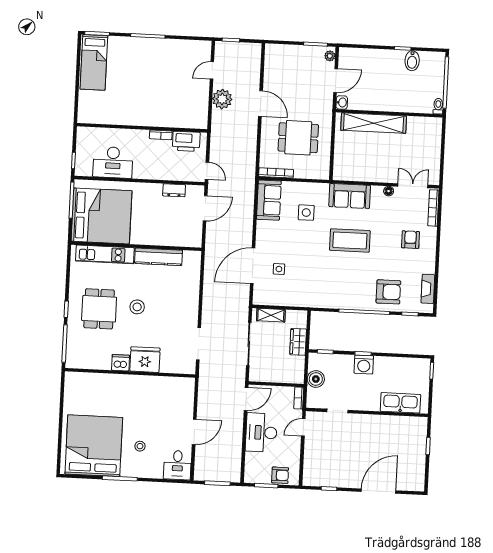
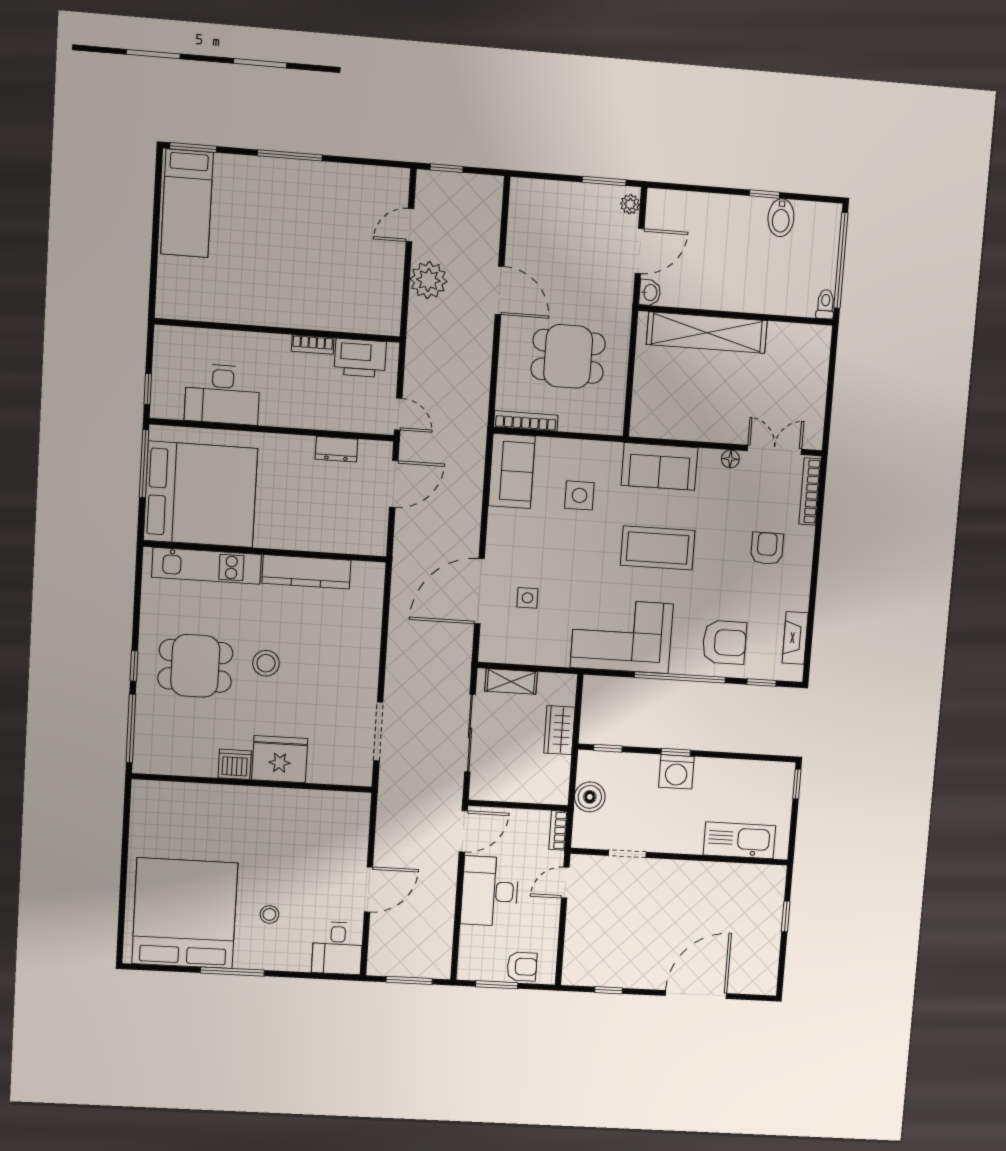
corner sofa: (331, 289) -> (622, 636), added
dining table: (99, 309) -> (195, 666), turned 90

